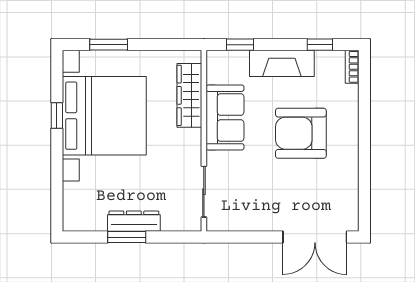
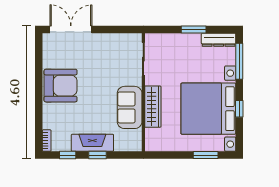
window: (240, 45) -> (97, 155), moved
wardrobe: (189, 95) -> (153, 107), moved
armchair: (301, 133) -> (61, 86), moved
window: (57, 188) -> (239, 61), added
dresser: (134, 221) -> (219, 40), moved

